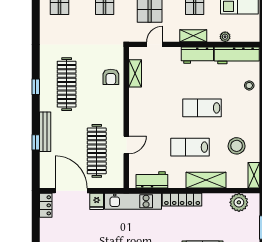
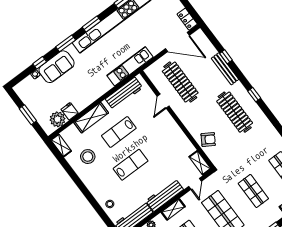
workbench: (197, 55) -> (165, 195), width x1.38
shelving: (135, 73) -> (200, 163), moved
armchair: (111, 77) -> (208, 140), turned 122
lab bench: (190, 147) -> (119, 132), turned 180
workbench: (152, 180) -> (124, 93), width x1.38
locker: (182, 200) -> (97, 92), removed
fridge: (97, 201) -> (70, 111), moved

